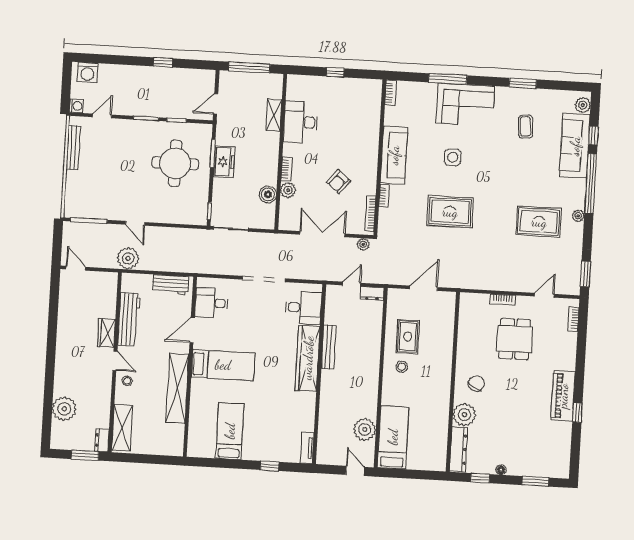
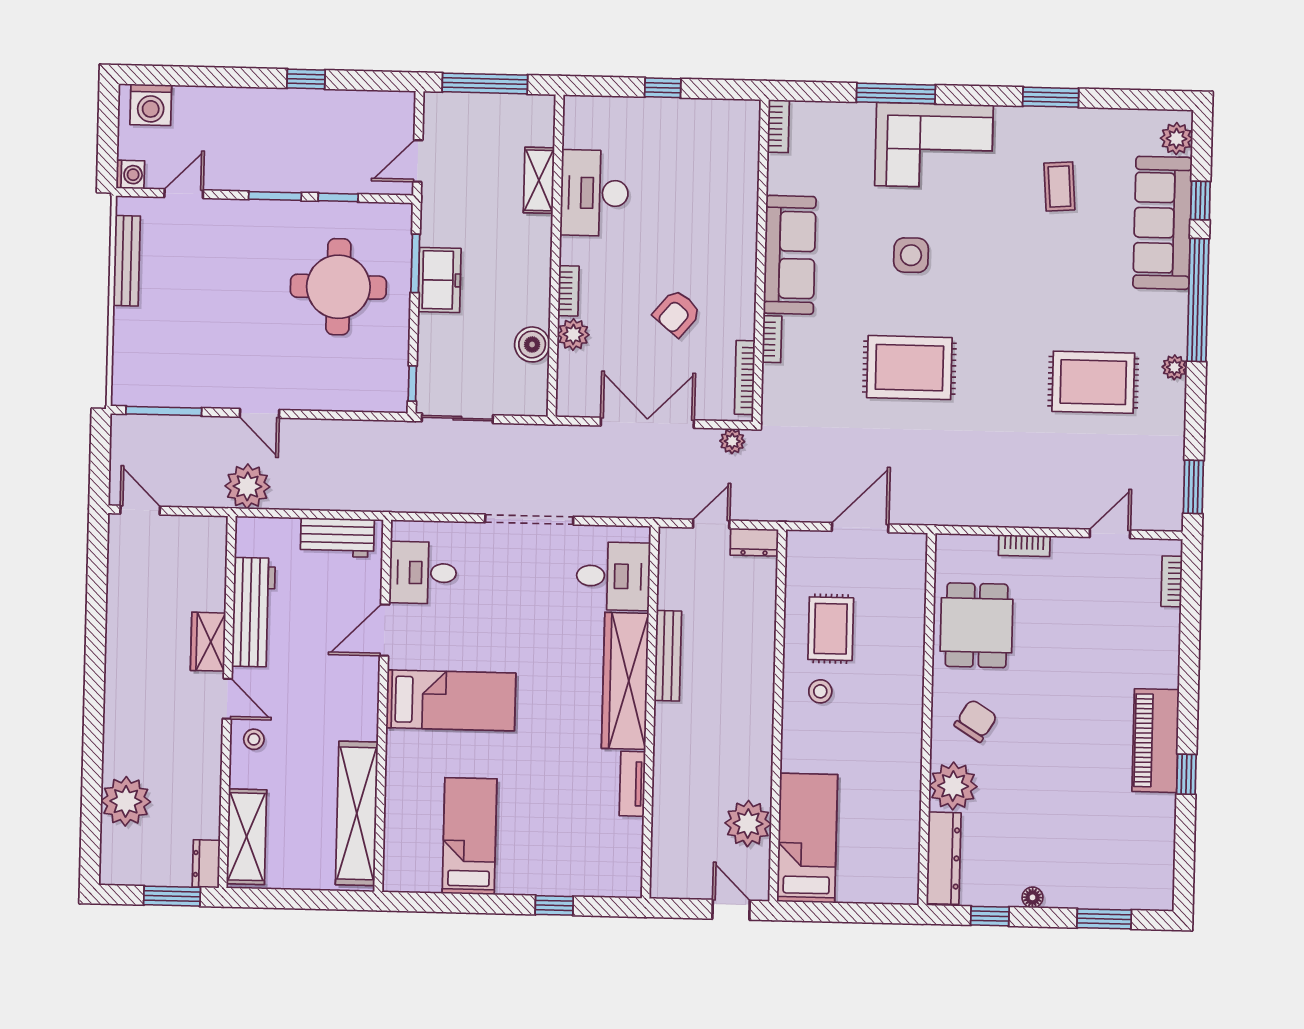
dining table: (515, 339) -> (977, 625), moved
shelving: (177, 388) -> (357, 813), moved
tv unit: (307, 448) -> (632, 784), moved

